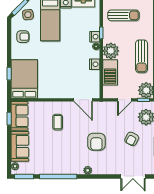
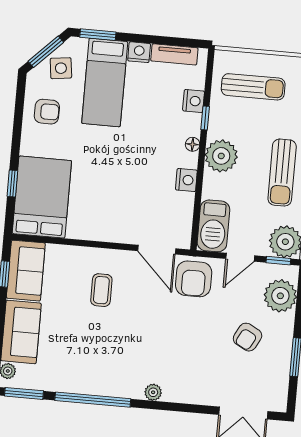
nightstand: (95, 37) -> (194, 101), moved
barbecue: (110, 72) -> (213, 226), moved
armchair: (96, 142) -> (194, 279), moved

